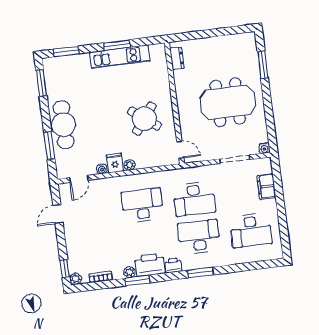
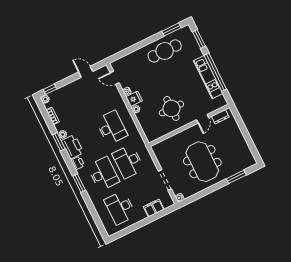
window: (117, 45) -> (215, 72), width x2.11
round table: (144, 119) -> (171, 108), turned -37
cafe table: (64, 125) -> (165, 51), moved
window: (49, 146) -> (131, 50), removed
door: (180, 150) -> (203, 119), moved

